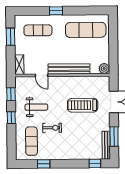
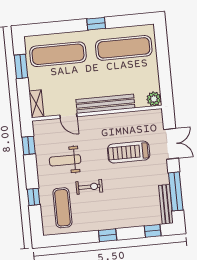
window: (56, 11) -> (96, 24), moved
exercise mat: (38, 30) -> (58, 54), width x1.36, depth x1.45
weight bench: (36, 107) -> (65, 160), turned 180
window: (11, 118) -> (34, 197), moved
window: (114, 137) -> (176, 191), width x1.44
window: (44, 164) -> (108, 235), moved

